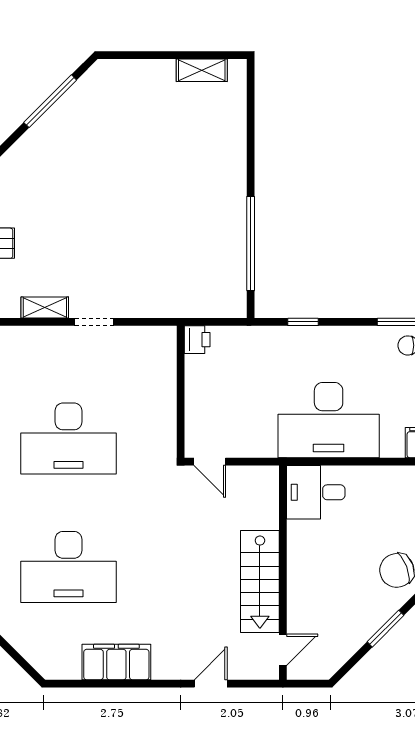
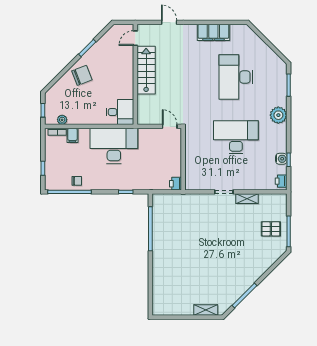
shelving: (202, 70) -> (206, 310), moved
desk: (68, 567) -> (236, 77), turned -90
door: (211, 684) -> (169, 22), swing flipped

